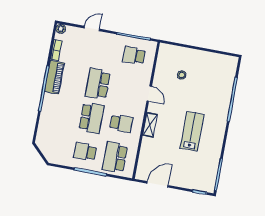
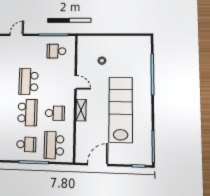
lab bench: (192, 131) -> (121, 110), width x1.86, depth x1.39
school desk: (85, 152) -> (26, 144), turned 180

